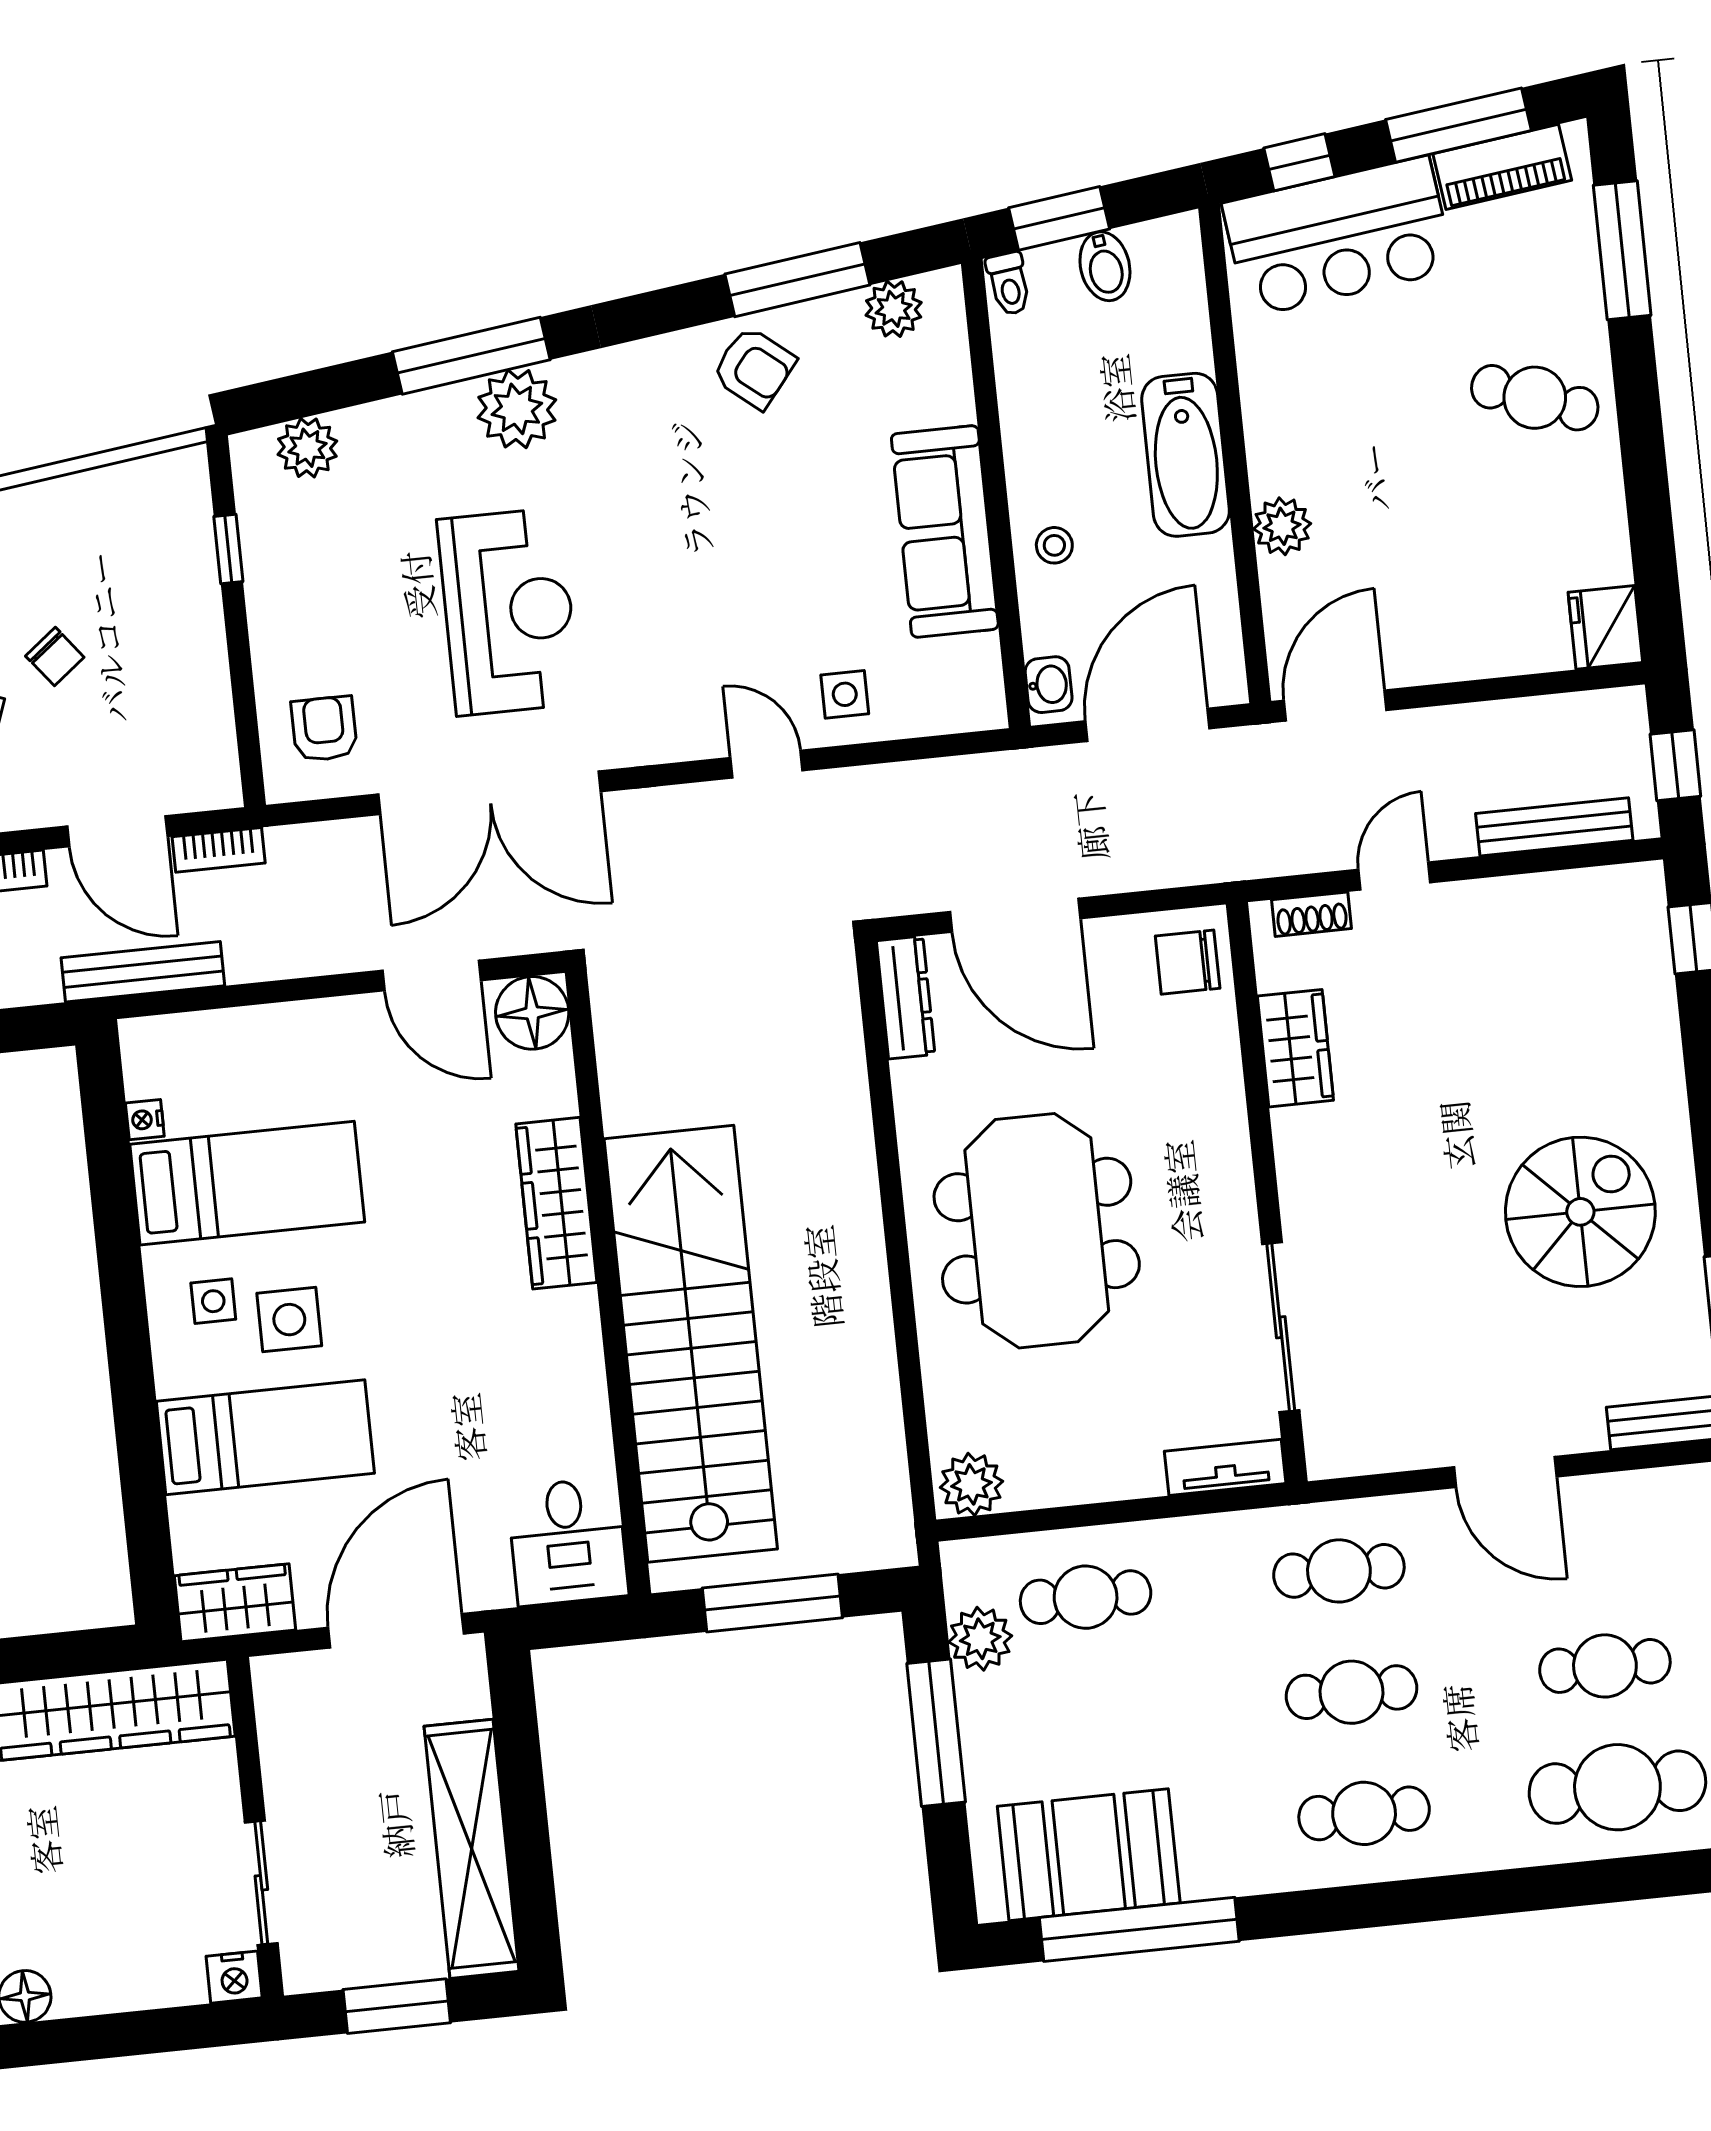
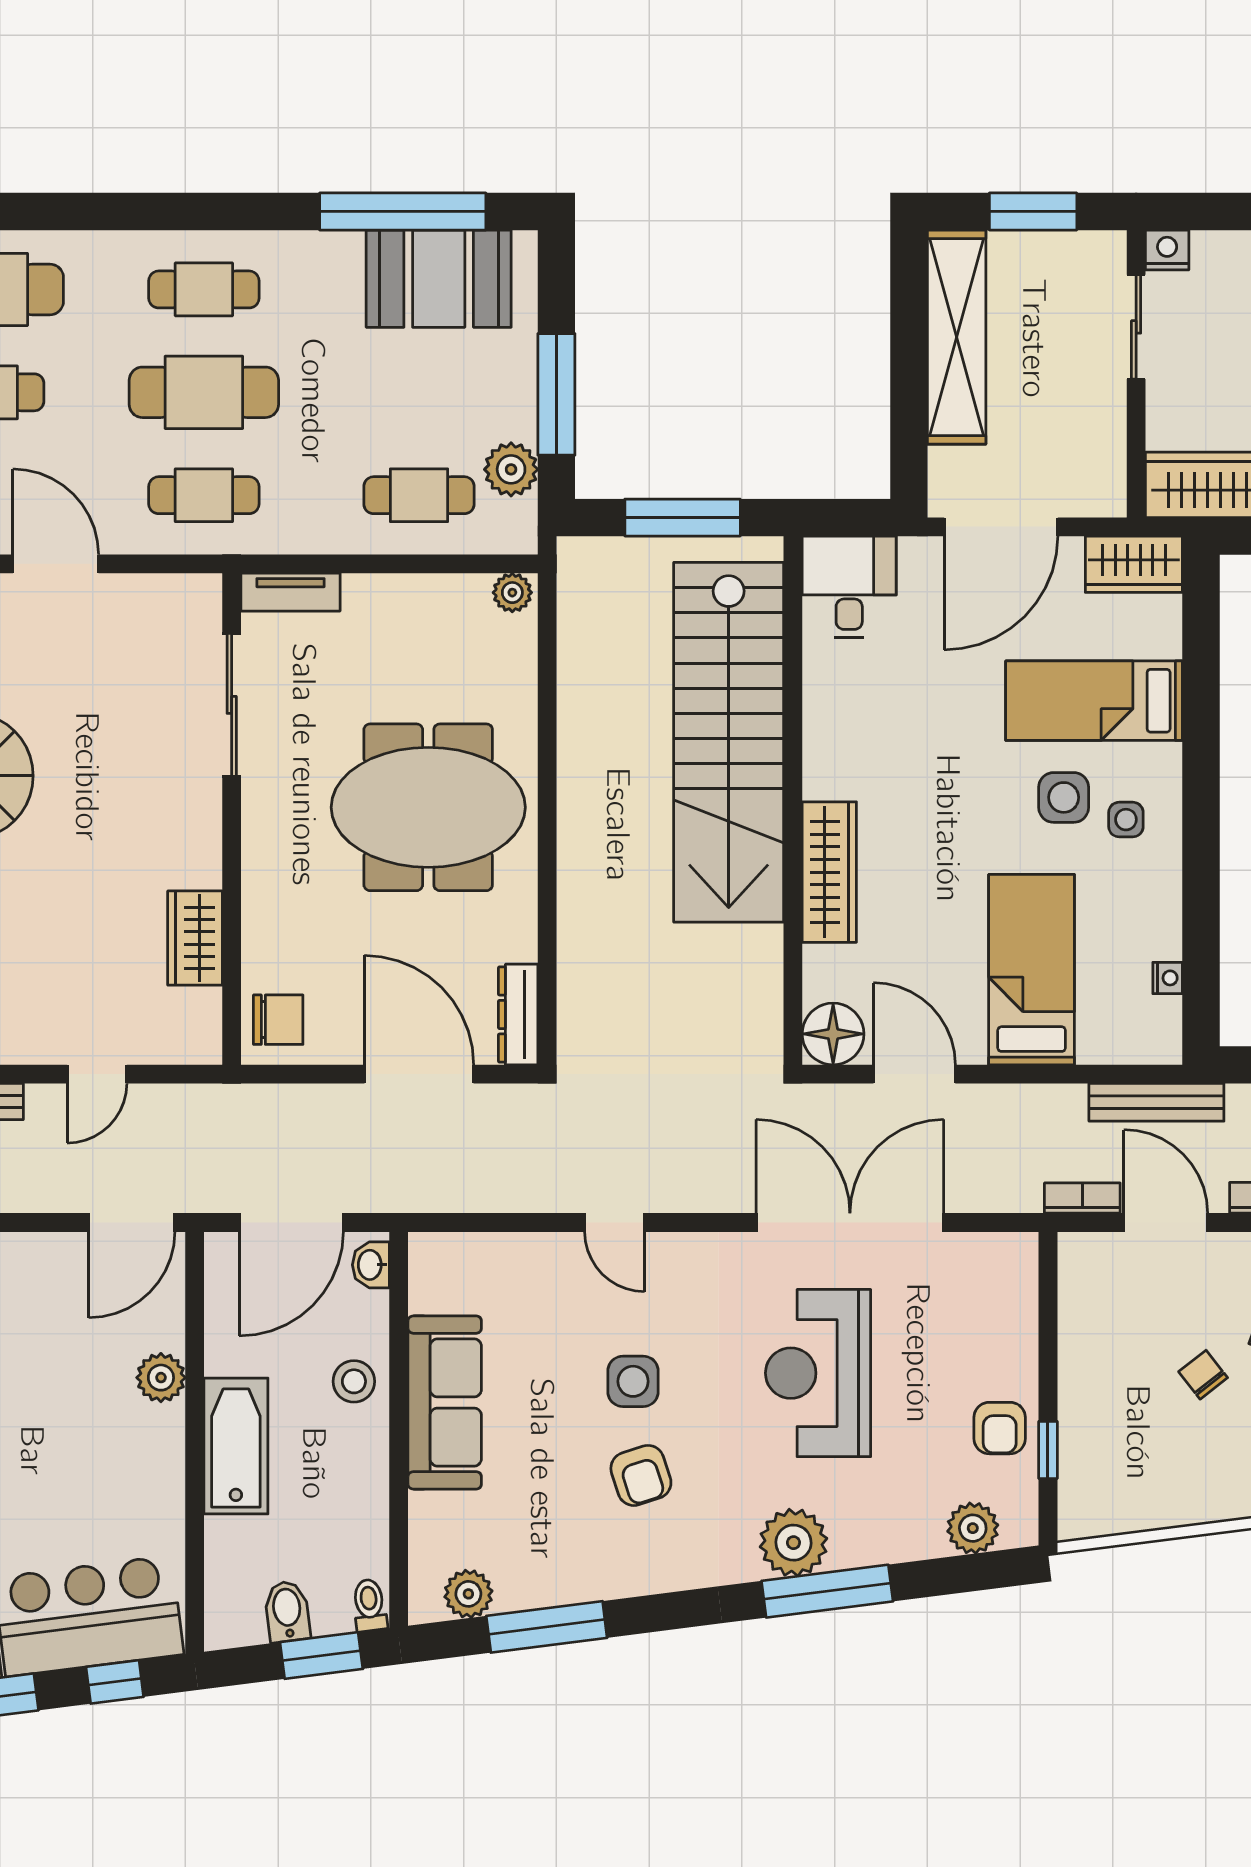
armchair: (754, 368) -> (641, 1475), moved, turned -147
stool: (1054, 545) -> (354, 1381), width x1.37, depth x1.37
side table: (845, 694) -> (633, 1381), moved, width x1.37, depth x1.37
armchair: (324, 729) -> (1000, 1428), moved
shoe rack: (1312, 914) -> (170, 1049), removed
bed: (247, 1183) -> (1032, 970), moved, turned 90
meeting table: (1037, 1231) -> (428, 807), turned 90
plant: (971, 1484) -> (512, 593), width x0.73, depth x0.73
cafe table: (1352, 1692) -> (204, 392), width x1.37, depth x1.35

